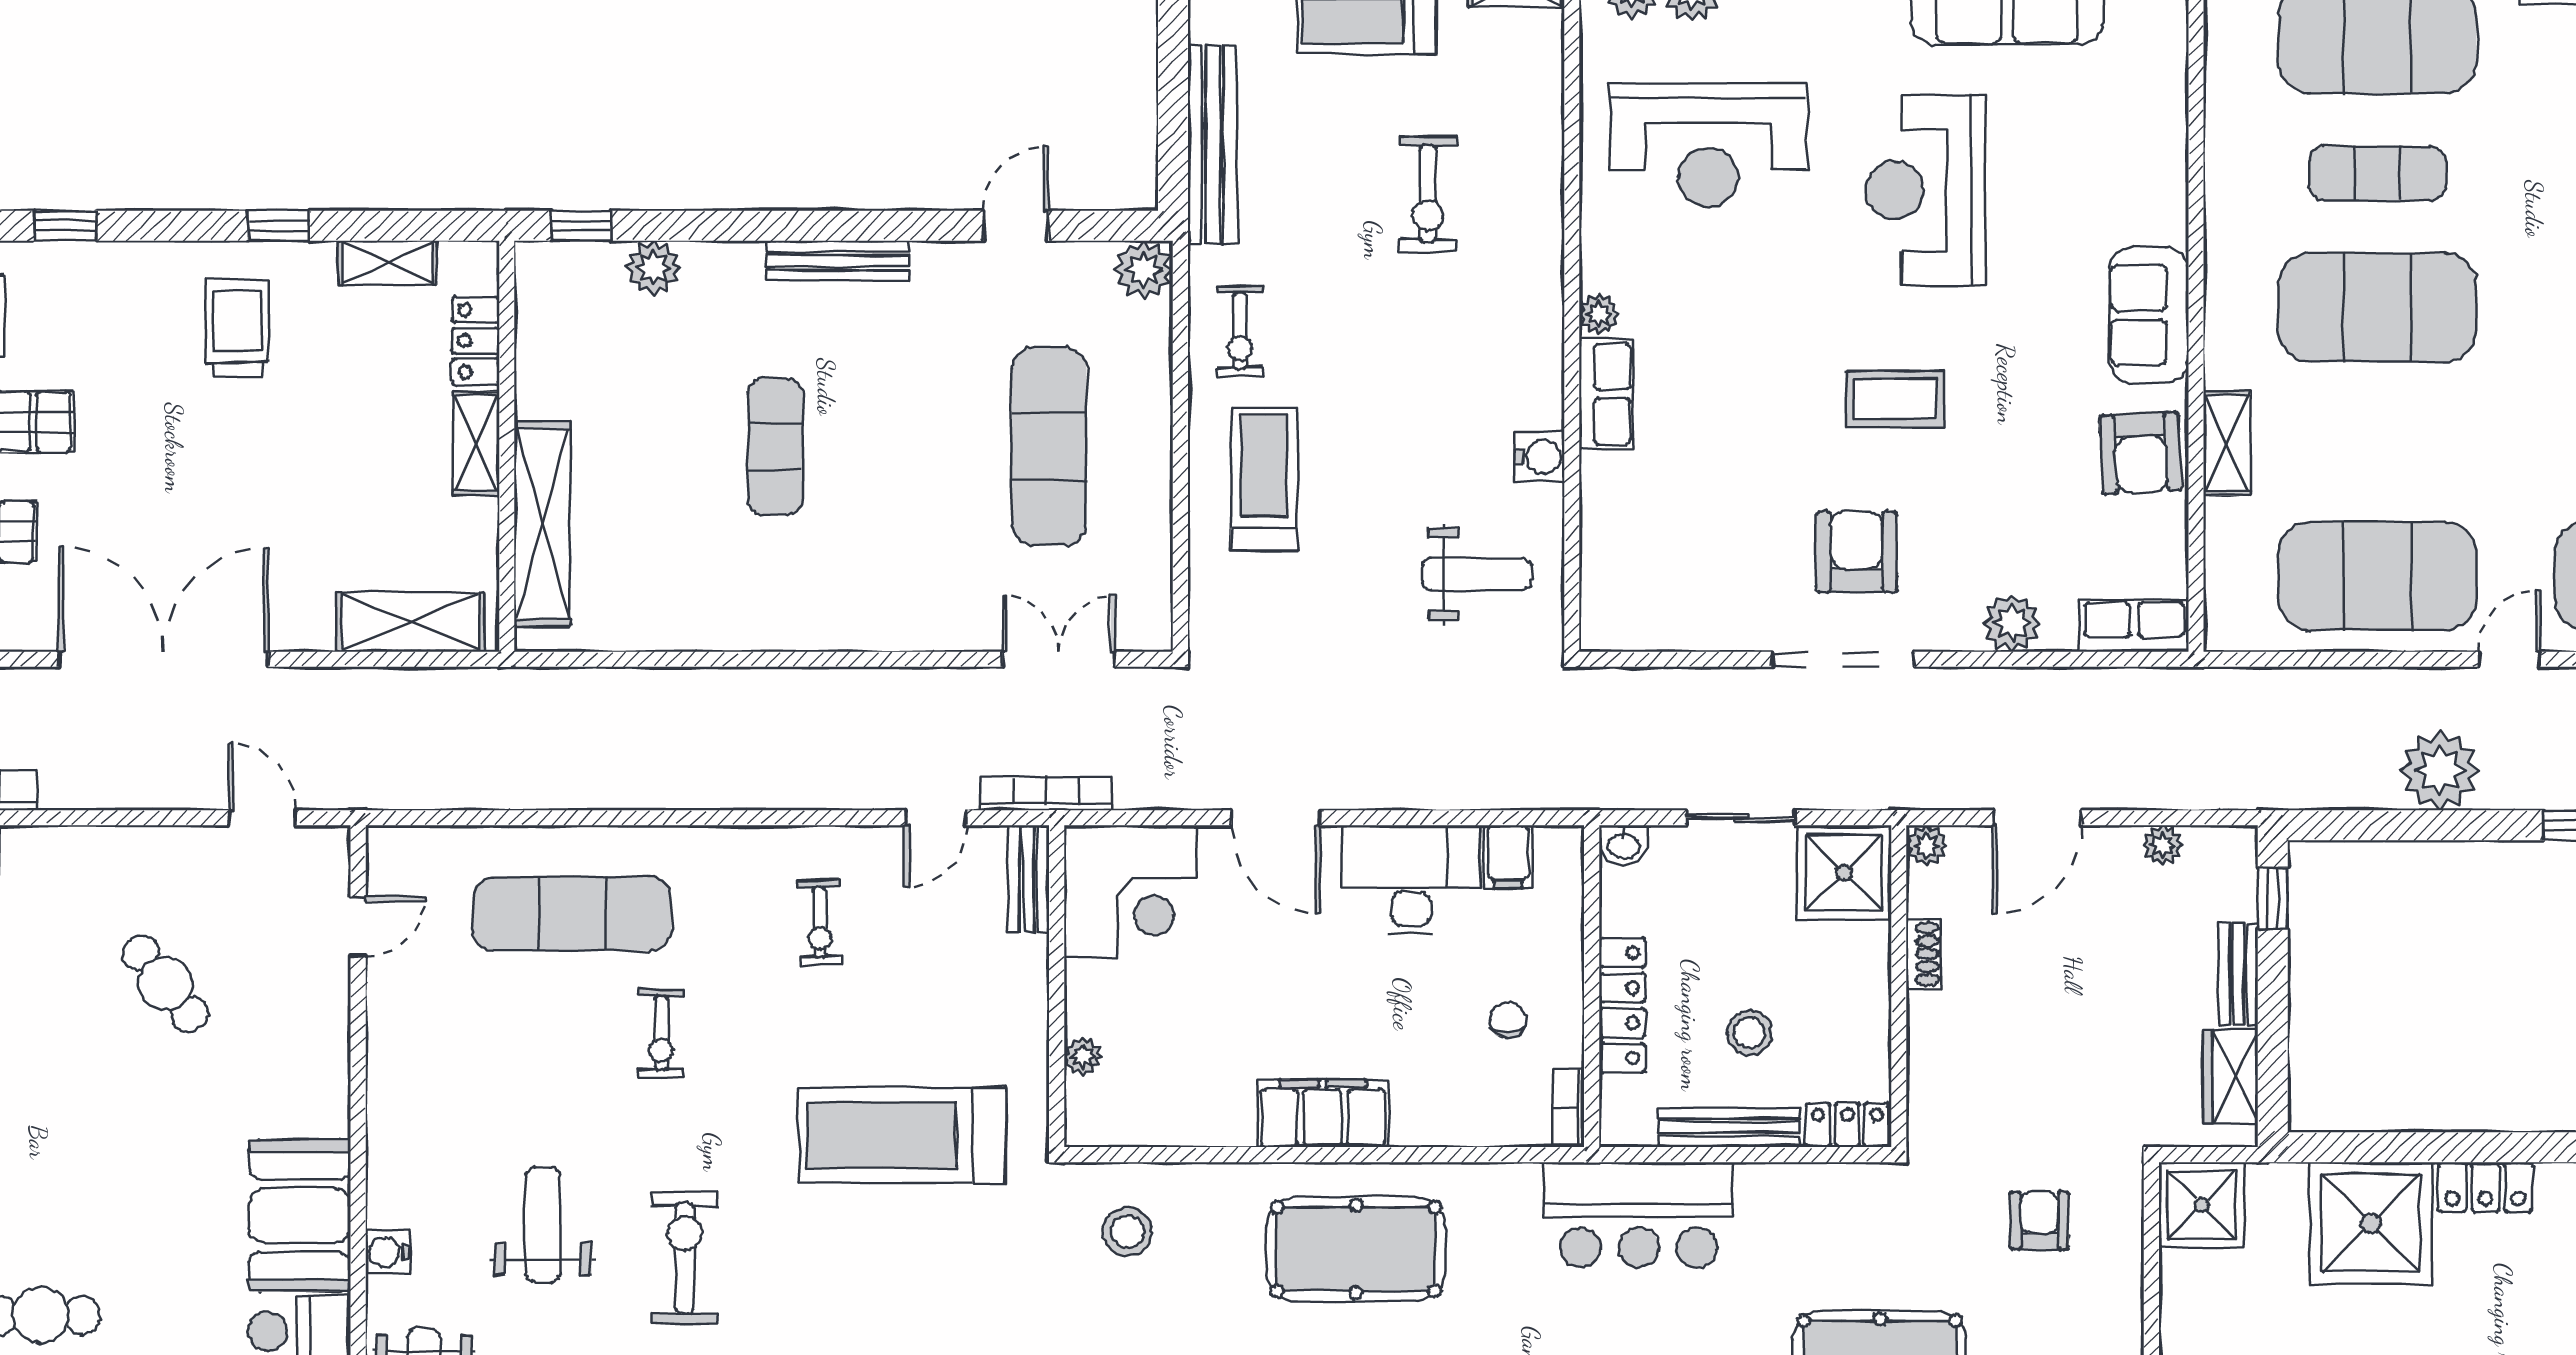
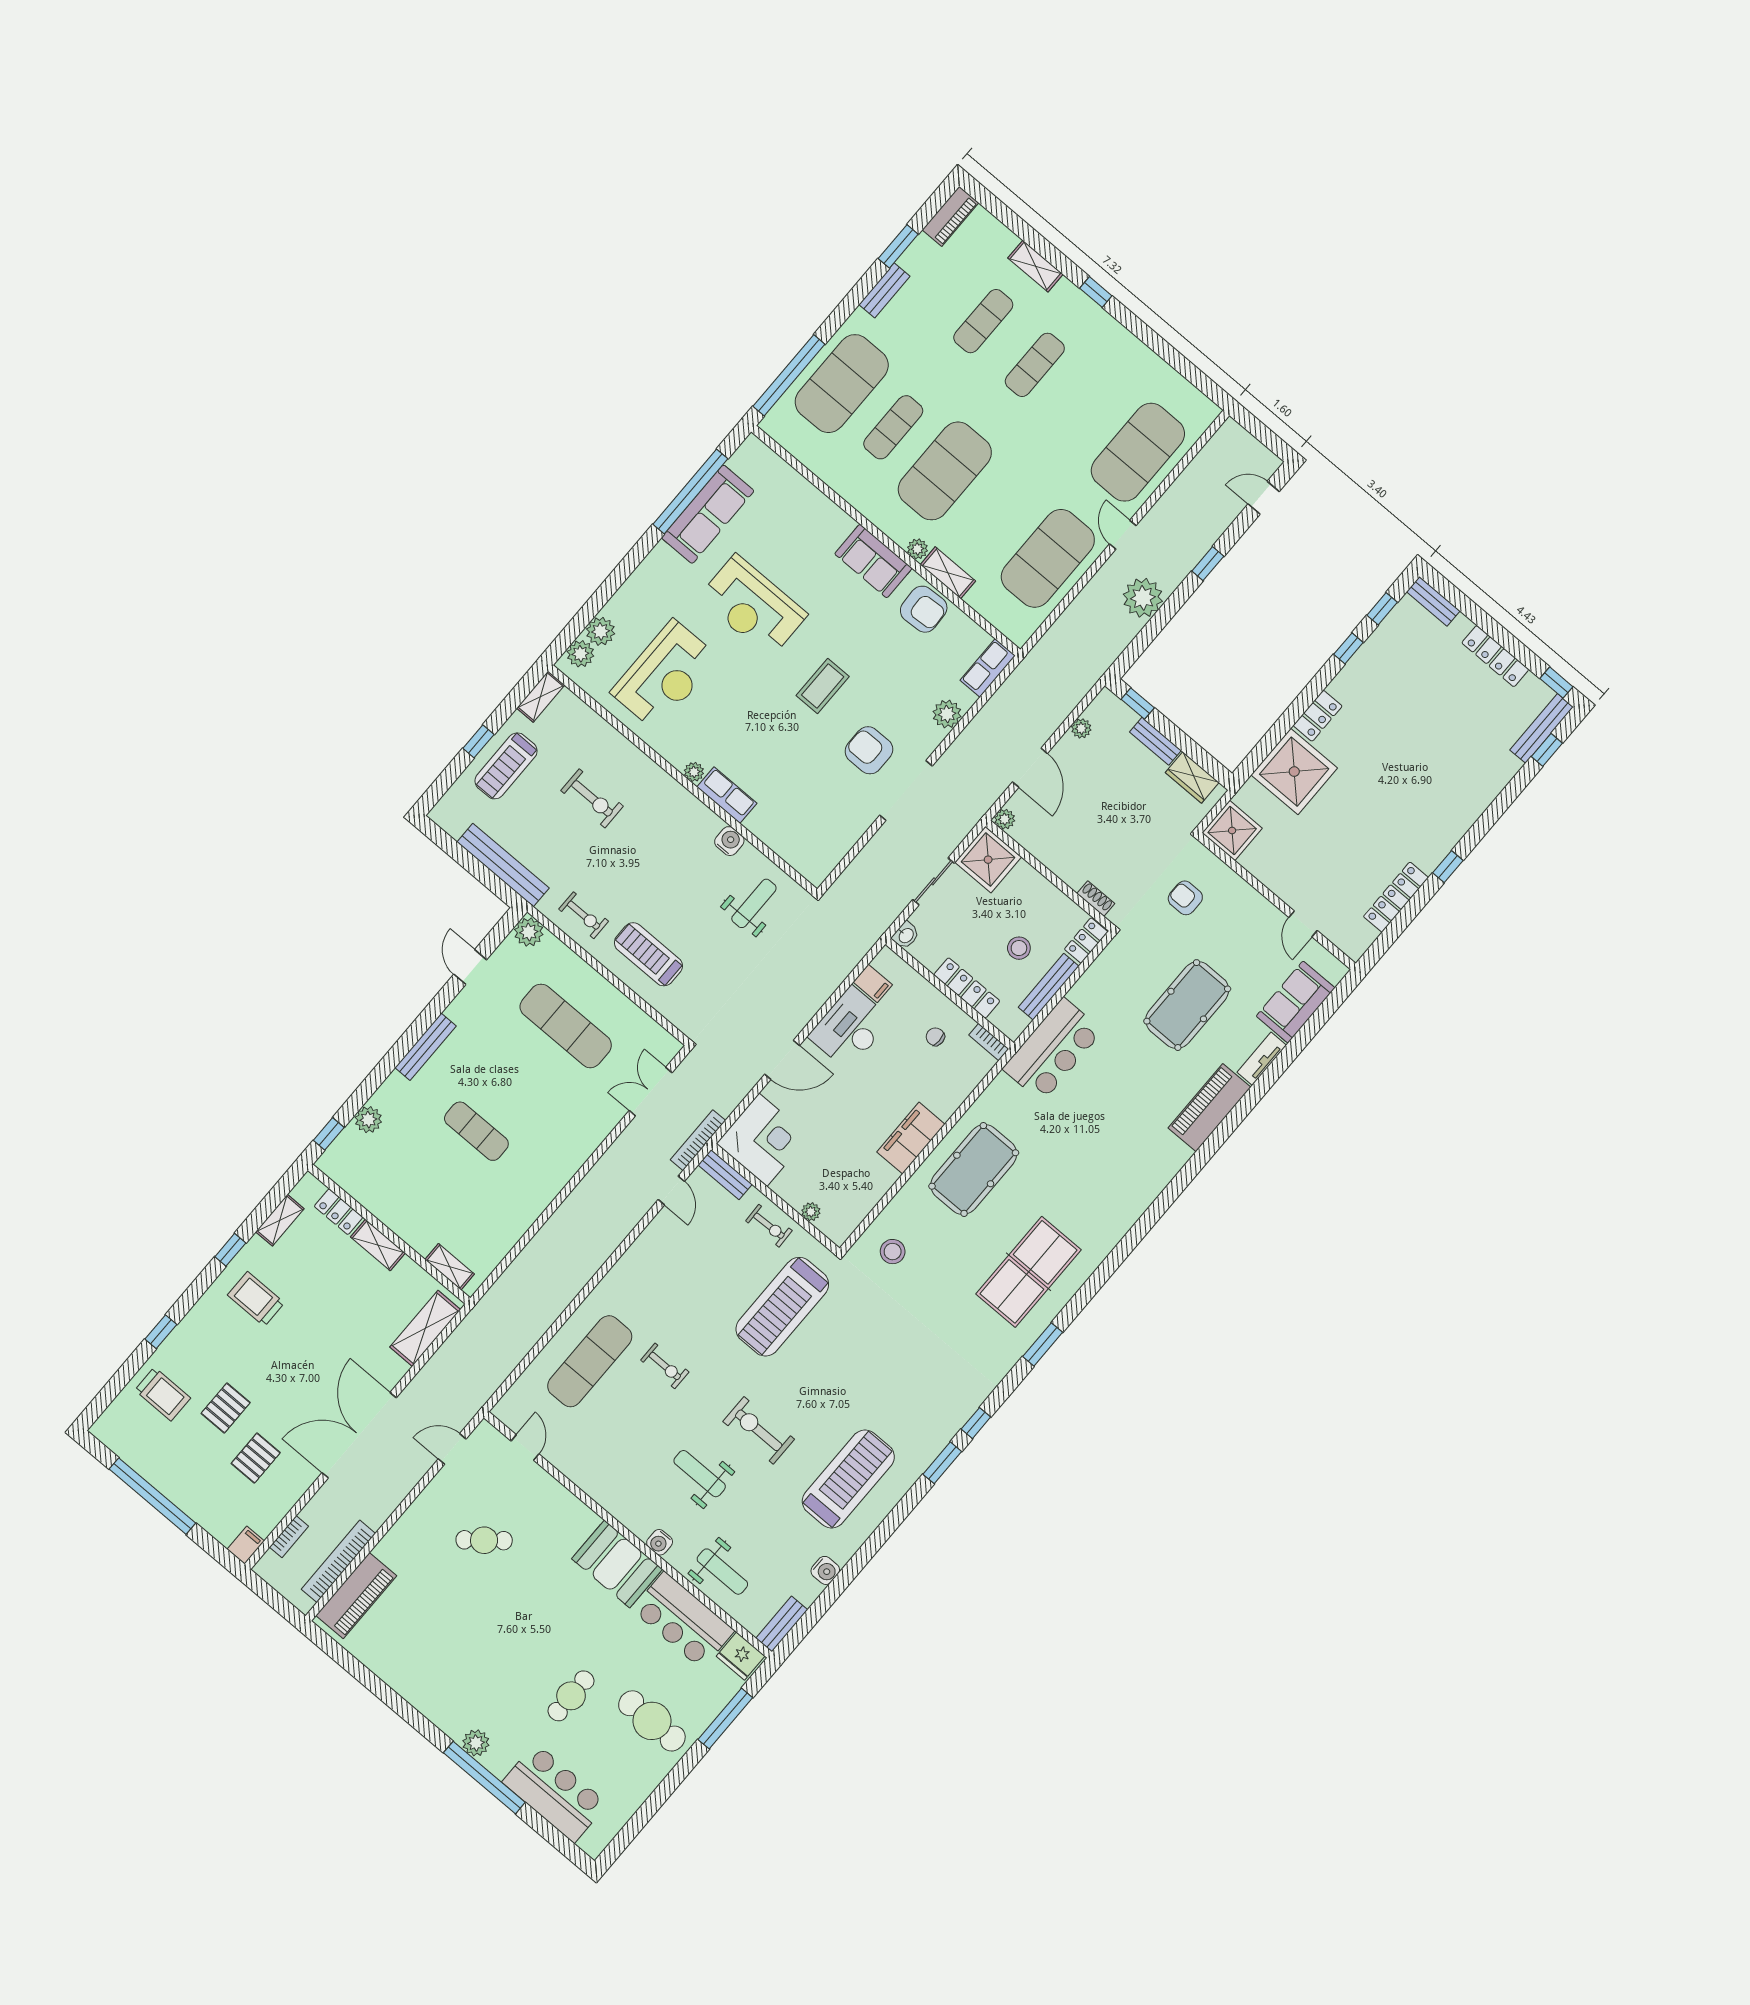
plant: (2224, 366) -> (917, 549), added
shelving: (542, 524) -> (450, 1267), width x0.45, depth x0.75
exercise bike: (820, 922) -> (769, 1226), moved
shoe rack: (1923, 954) -> (1096, 899), moved

